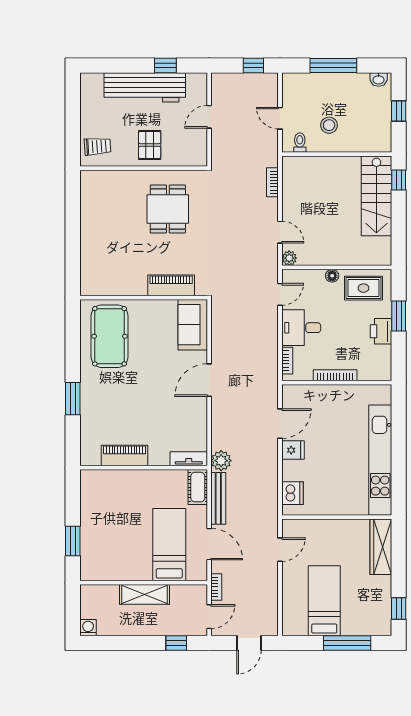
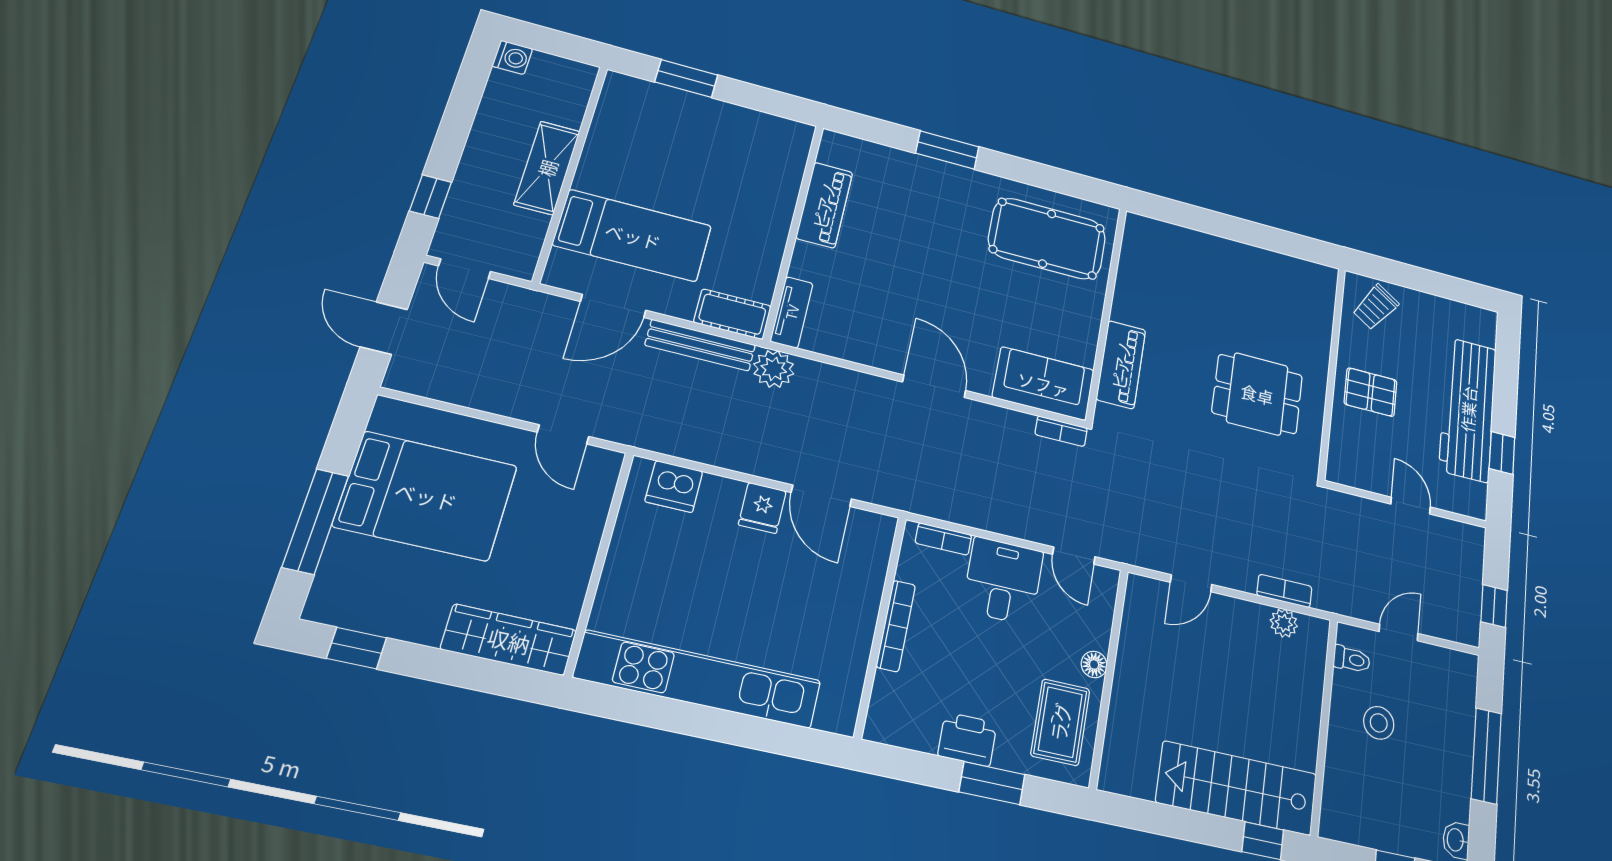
trolley: (98, 146) -> (1376, 307), turned 38
plant: (289, 258) -> (1284, 623), moved
bookcase: (216, 587) -> (1061, 431), moved
bed: (324, 601) -> (426, 496), width x1.50

